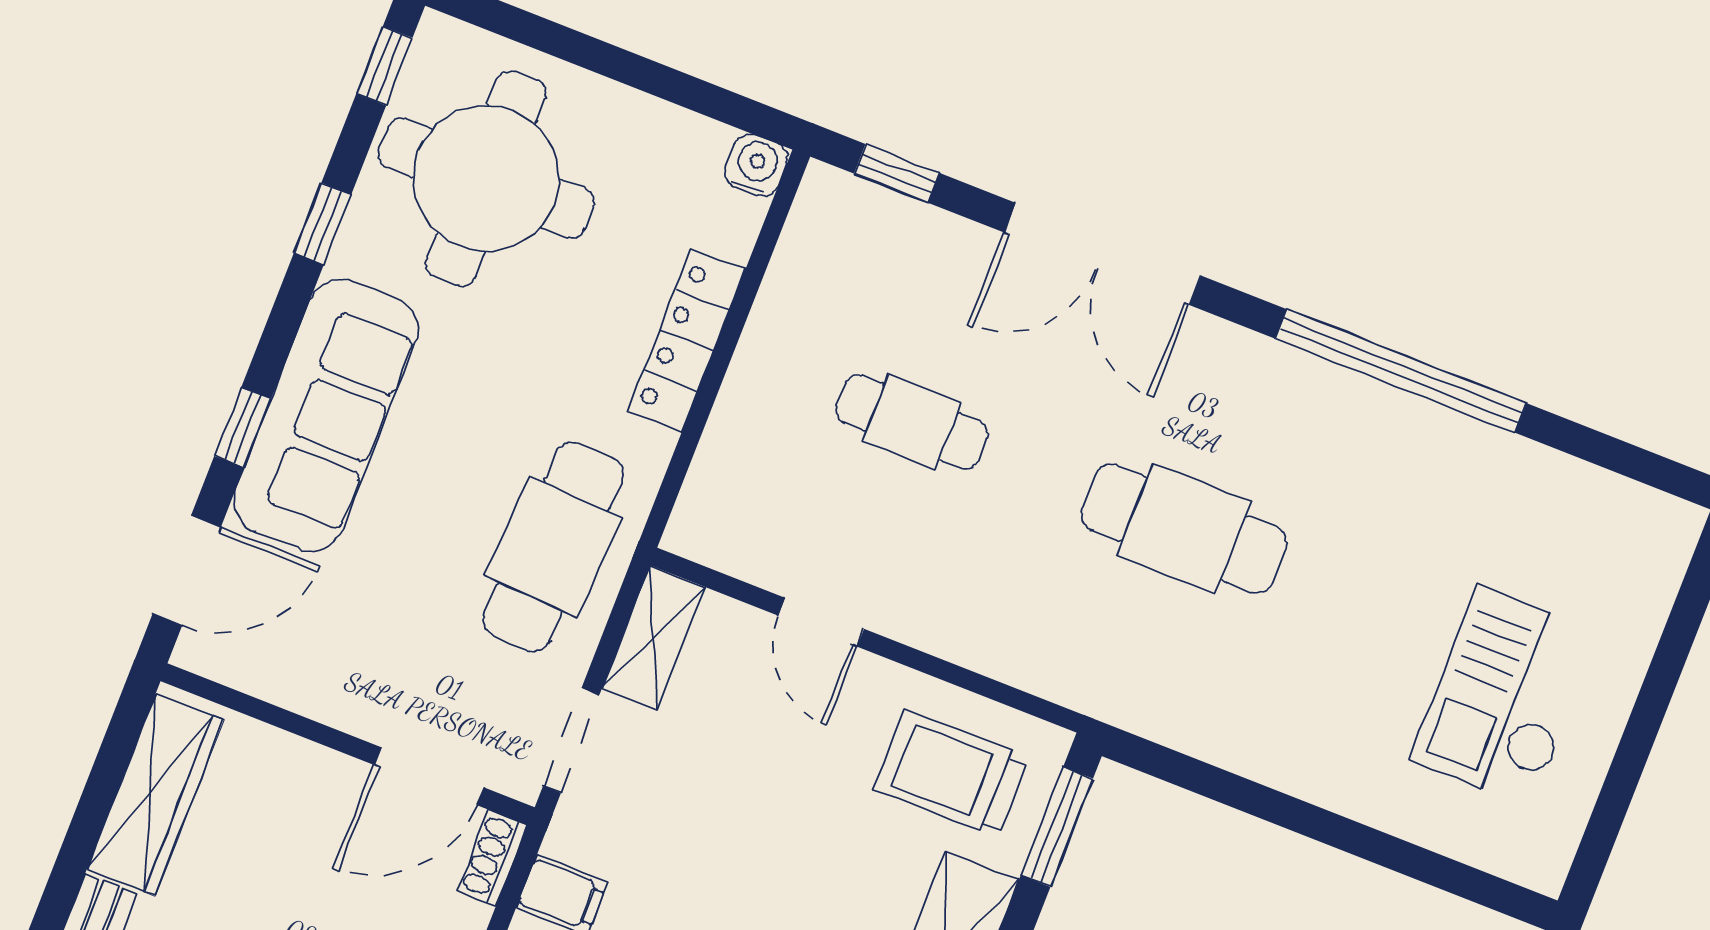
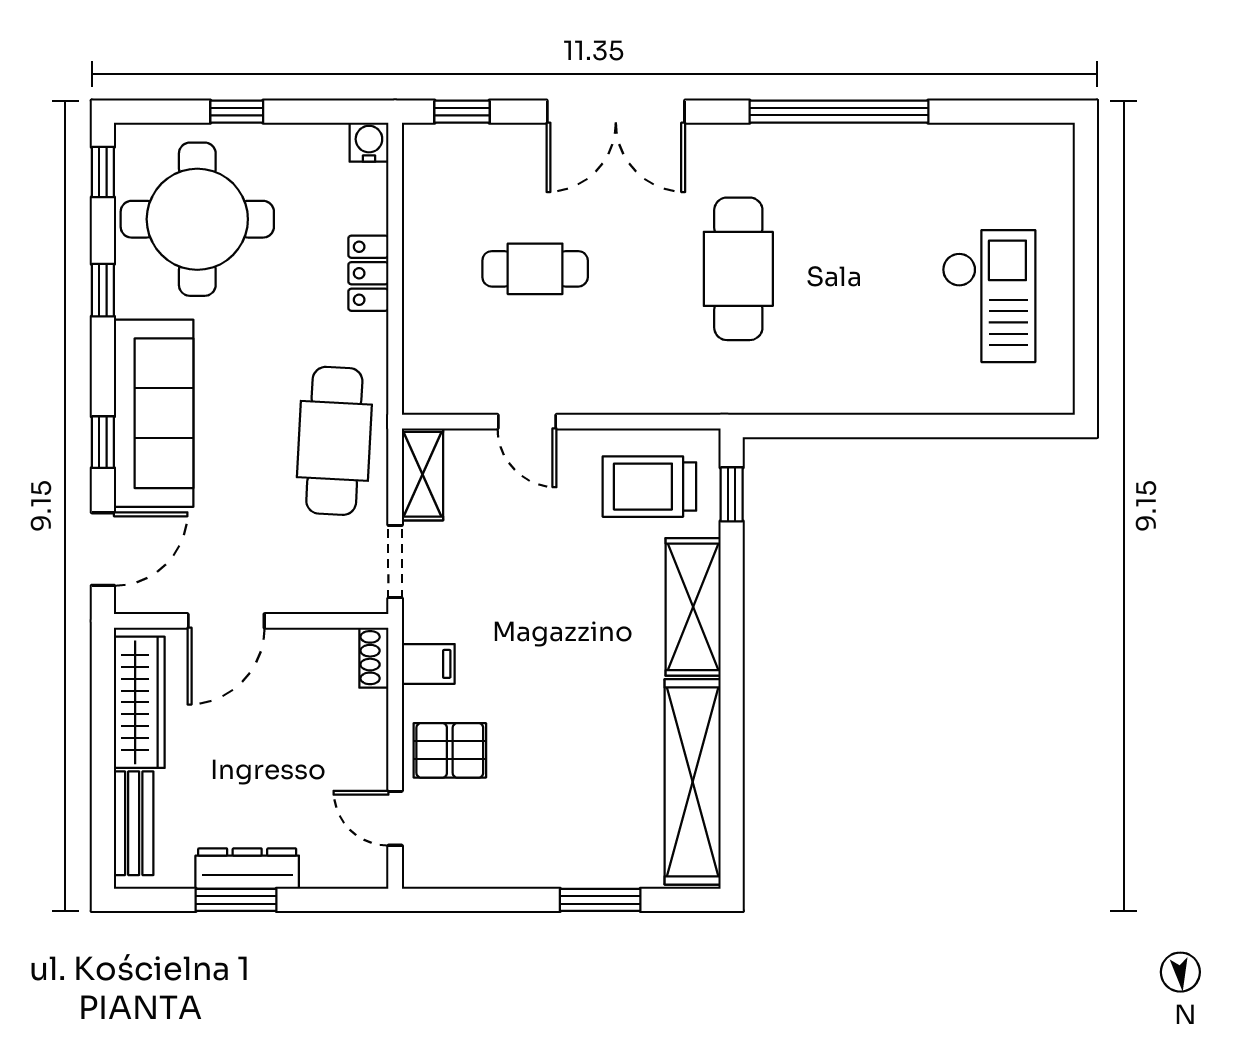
window: (595, 55) -> (237, 112), added
locker: (687, 340) -> (368, 273), width x0.66
cafe table: (1184, 529) -> (738, 269), turned 90
checkout: (1505, 696) -> (989, 296), turned 180
door: (429, 776) -> (226, 621), moved
window: (1057, 827) -> (732, 494), width x0.67

